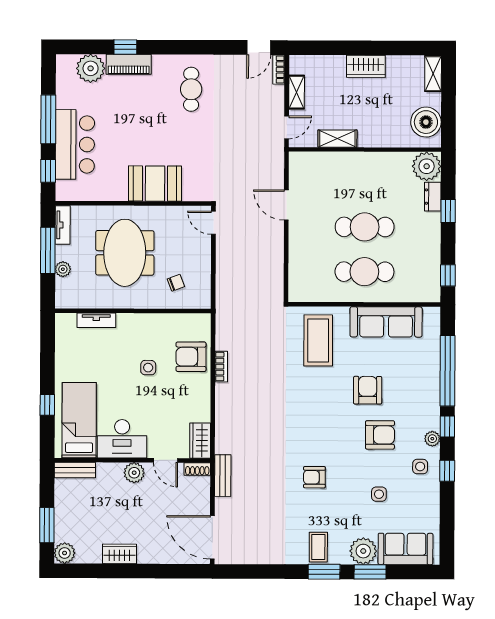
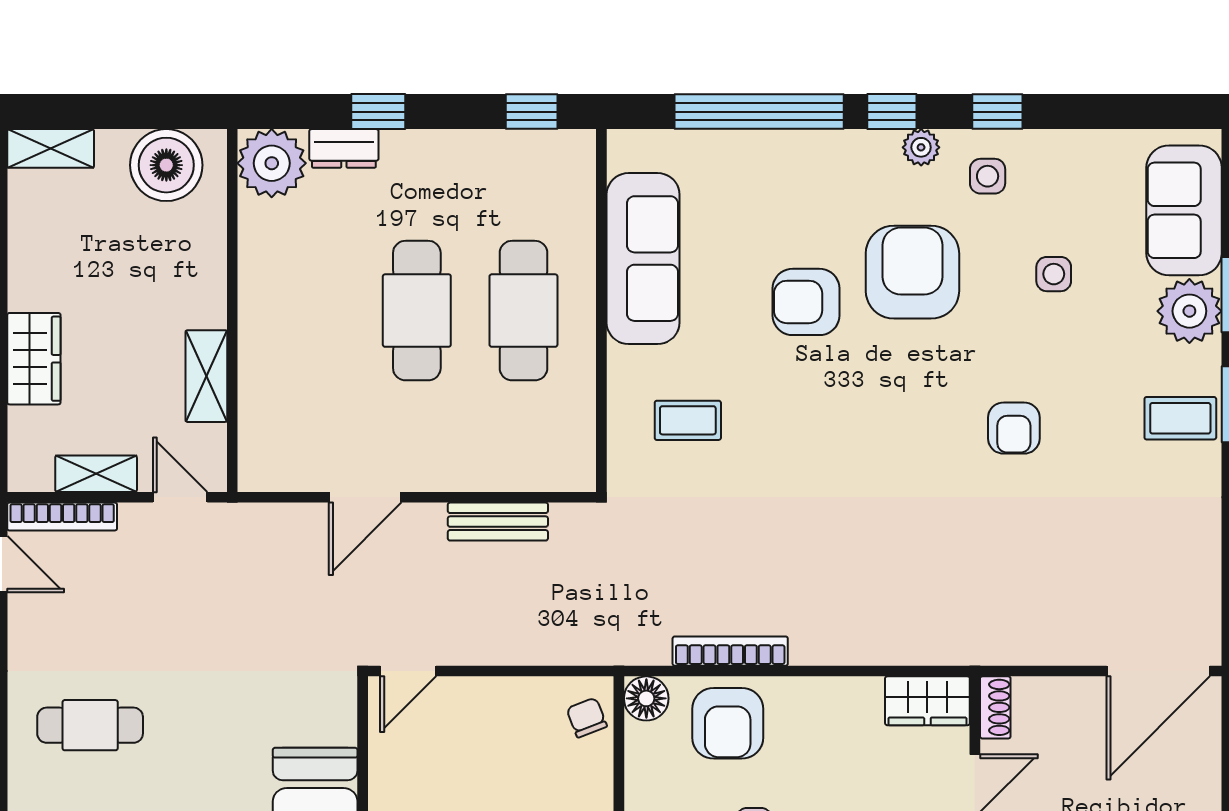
wardrobe: (366, 66) -> (34, 359), moved
bookcase: (279, 70) -> (62, 517), width x1.56
chair: (176, 283) -> (587, 718), moved
floor lamp: (202, 323) -> (646, 698), added
coffee table: (318, 340) -> (688, 420), width x0.54, depth x0.58
bookcase: (221, 367) -> (730, 651), width x1.56
armchair: (380, 435) -> (912, 272), width x1.36, depth x1.36
bench: (223, 476) -> (498, 522), moved

